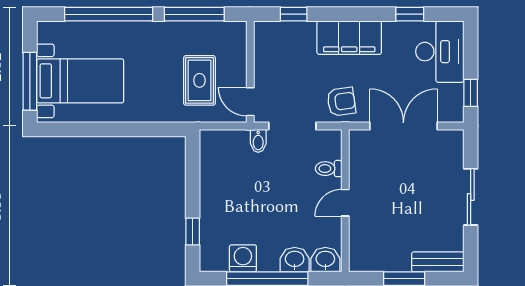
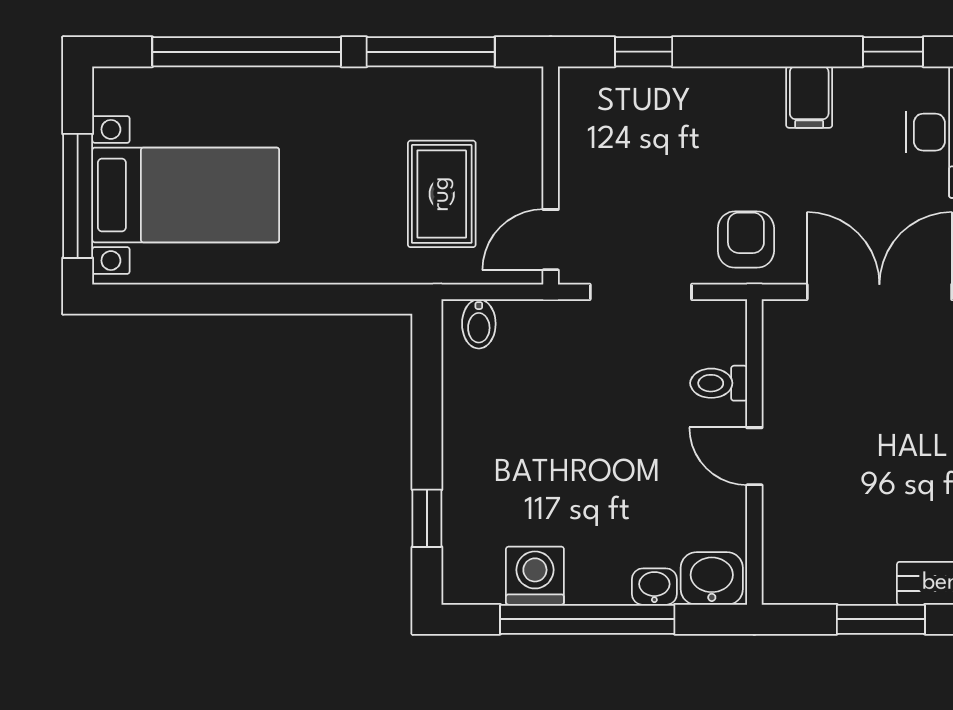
filing cabinet: (349, 38) -> (809, 97), width x0.33, depth x0.86
door: (250, 102) -> (551, 240), hinge flipped
armchair: (341, 102) -> (746, 240), turned -82
bidet: (258, 141) -> (479, 324), moved
door: (345, 203) -> (754, 456), hinge flipped
washbasin: (295, 260) -> (654, 587), width x0.72, depth x0.69

